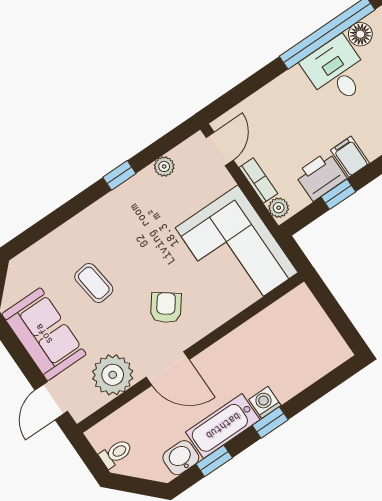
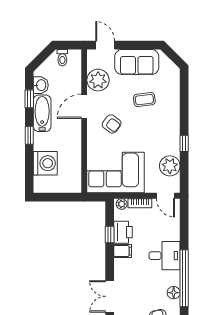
desk: (336, 71) -> (165, 256), moved
plant: (164, 166) -> (170, 166), width x1.88, depth x1.88
washing machine: (265, 402) -> (45, 163), moved, width x1.89, depth x1.89

